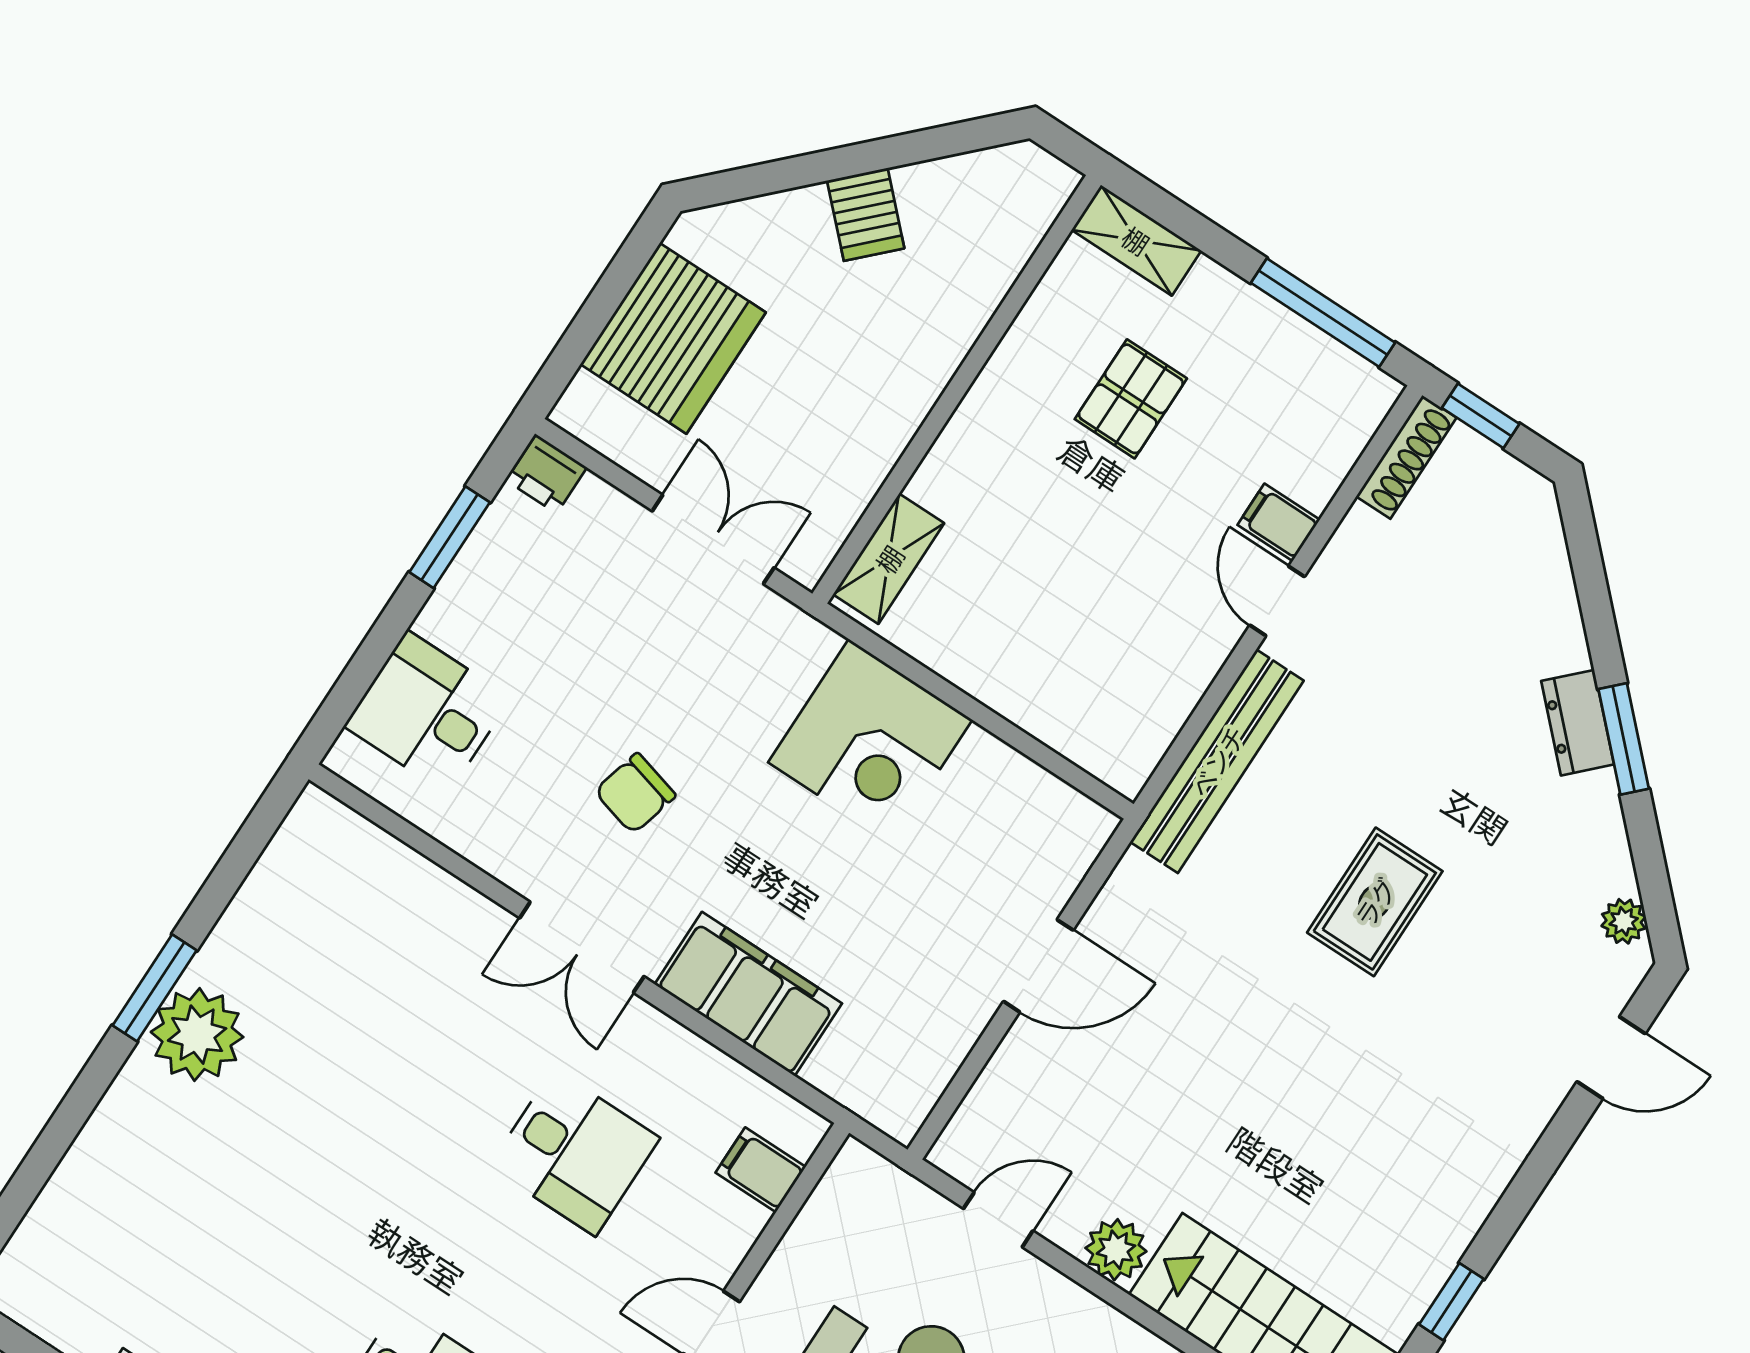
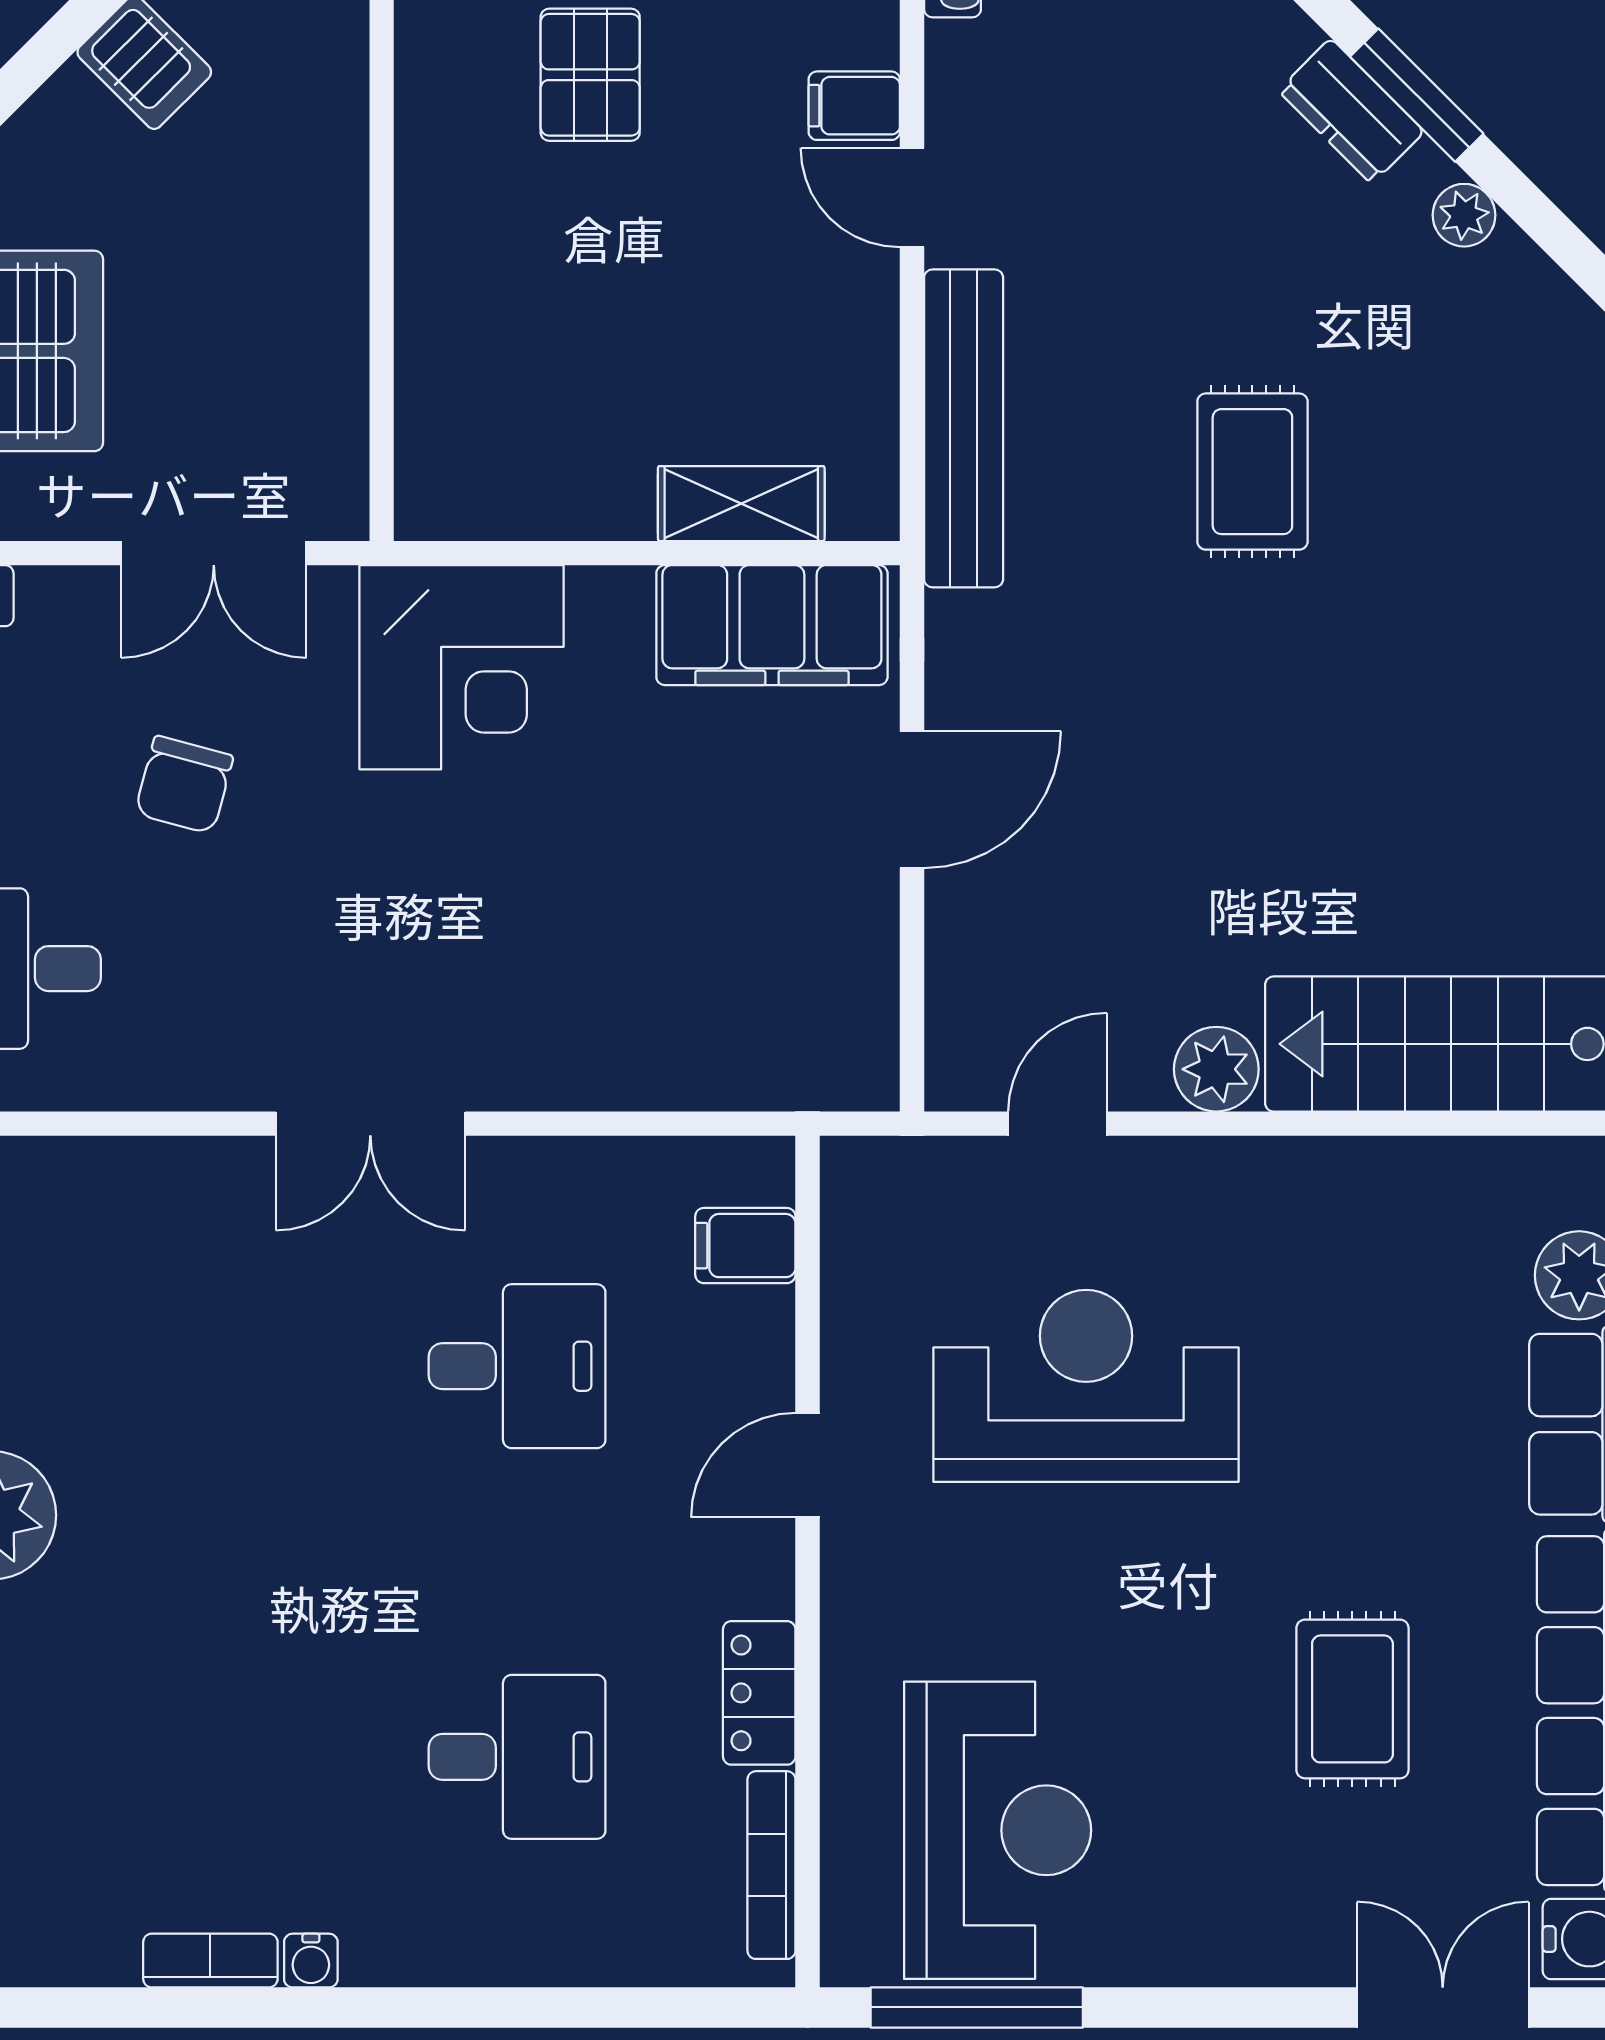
double door: (713, 539) -> (214, 553), swing flipped
shelving: (889, 559) -> (741, 504), moved, turned 90
corner desk: (870, 741) -> (462, 667), moved
chair: (635, 793) -> (184, 785), moved
plant: (1624, 921) -> (1464, 215), moved
filing cabinet: (748, 994) -> (772, 625), moved, turned 180

